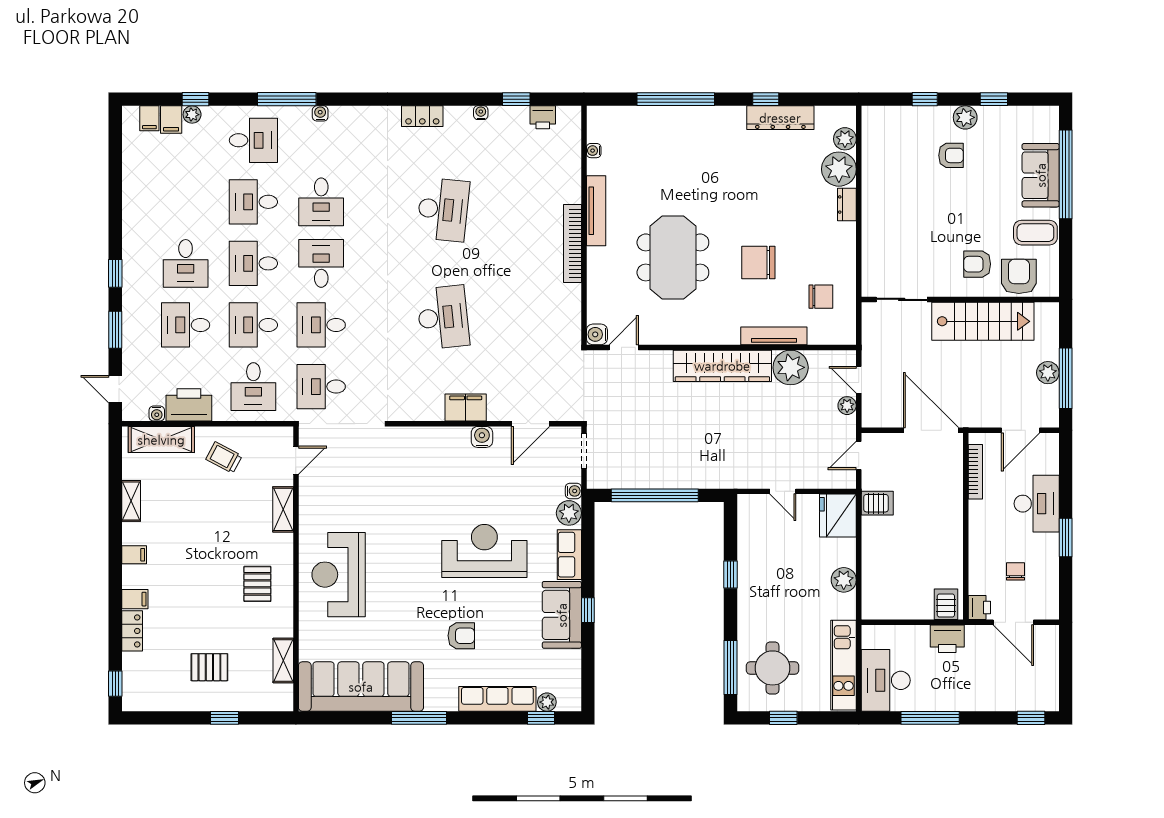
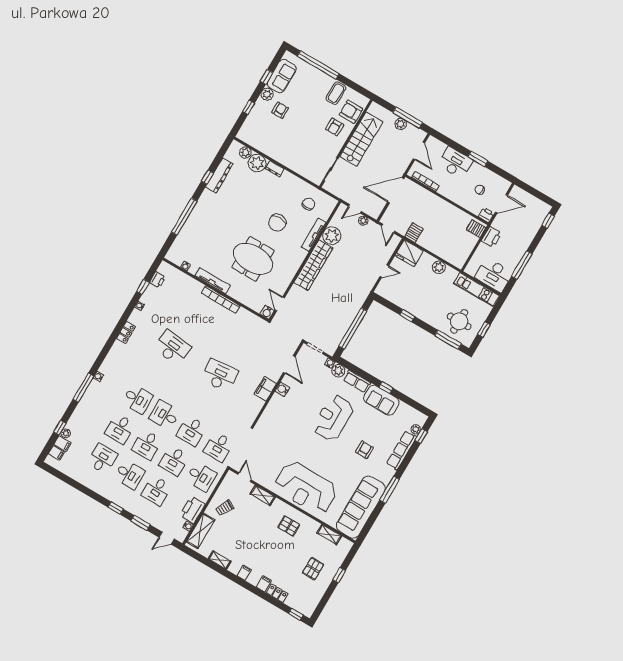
desk: (253, 140) -> (102, 459), moved
sofa: (1041, 175) -> (282, 76), moved, turned -90
reception desk: (339, 575) -> (306, 488), width x1.36, depth x1.30

